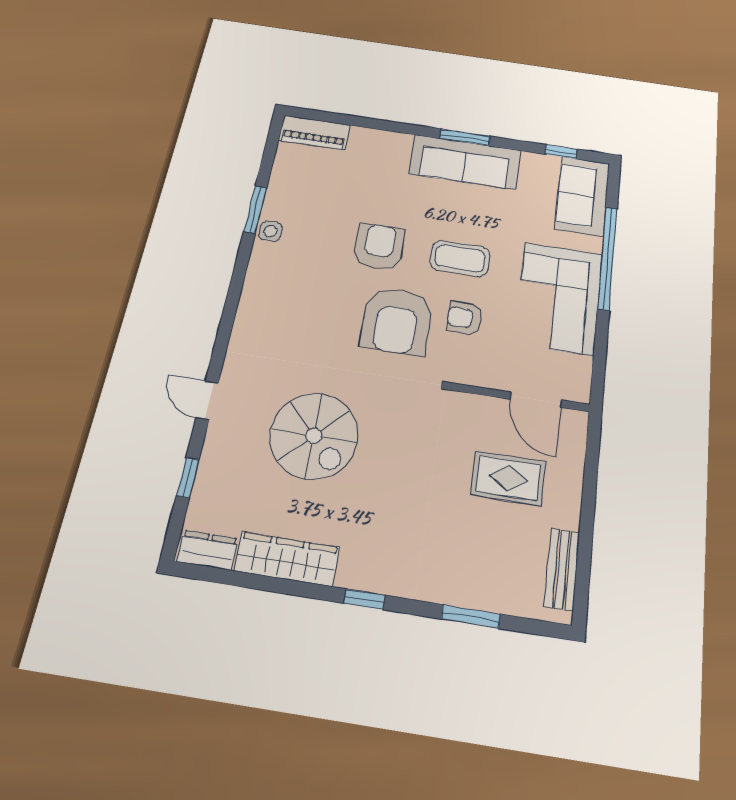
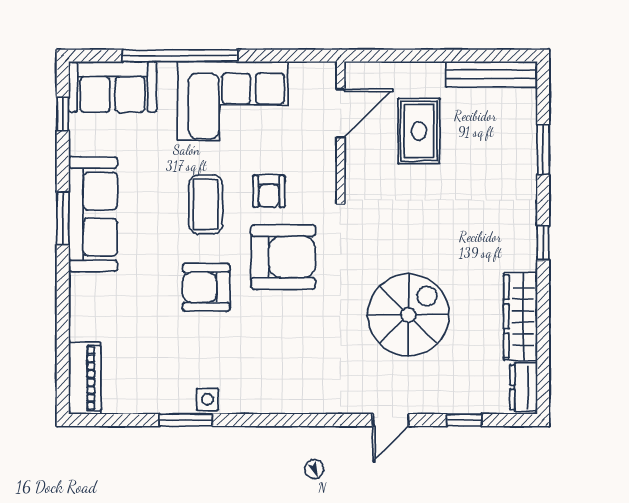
bench: (562, 569) -> (492, 74), width x1.36

